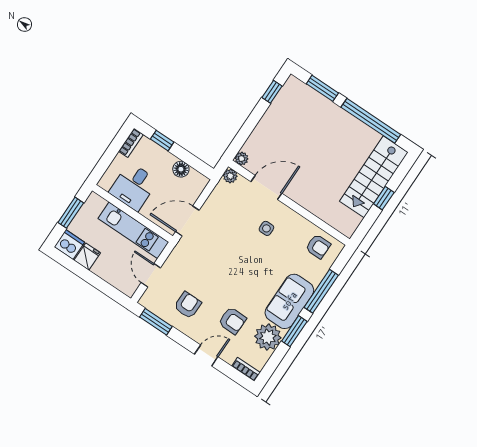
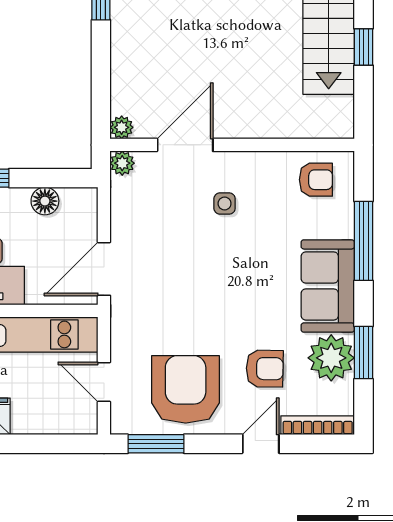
armchair: (188, 305) -> (186, 389), width x1.88, depth x1.88
window: (294, 331) -> (364, 353), moved
bookcase: (246, 369) -> (318, 425), width x1.56

